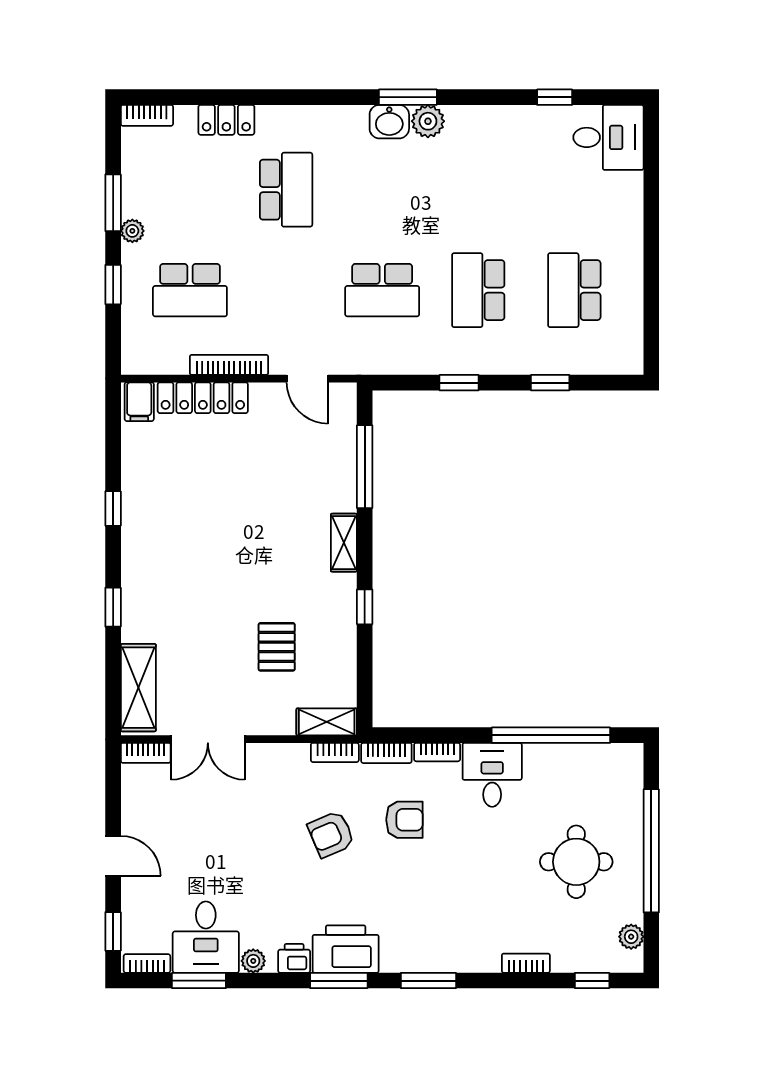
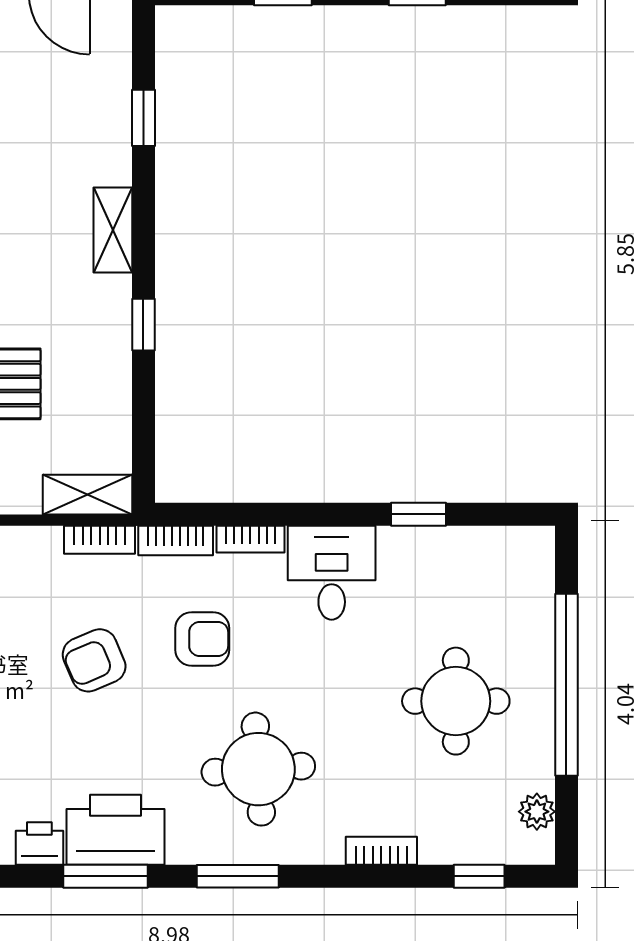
window: (365, 467) -> (143, 118), width x0.46
window: (551, 735) -> (418, 514), width x0.32
round table: (442, 908) -> (258, 769), added

